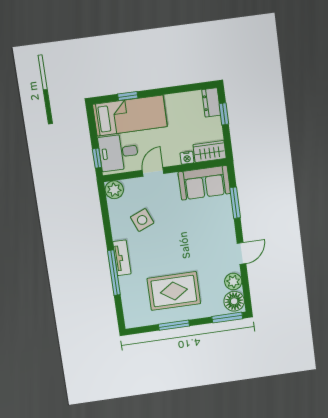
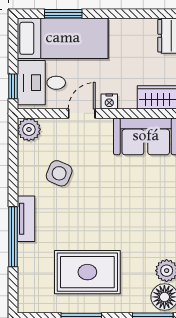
window: (128, 96) -> (63, 14), width x1.50
nightstand: (187, 158) -> (109, 102), moved
side table: (142, 220) -> (59, 173), turned 45

